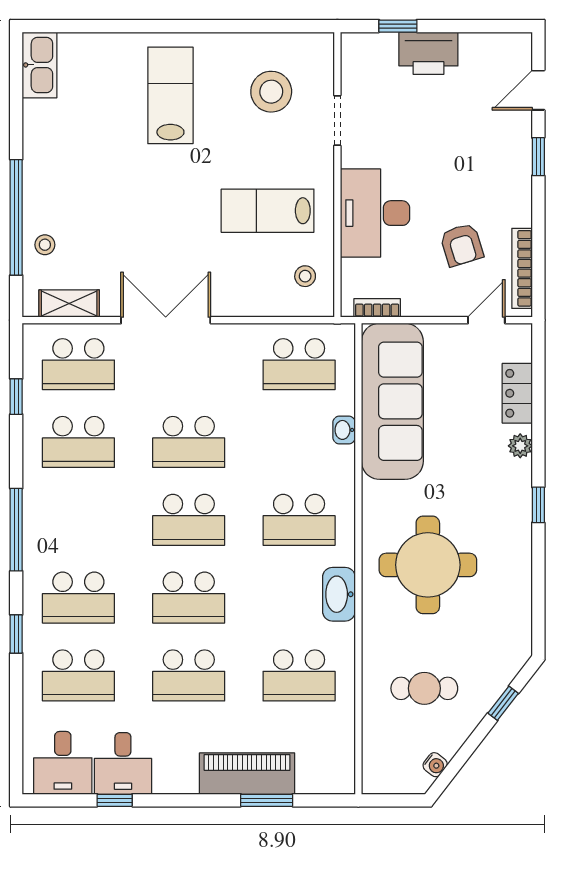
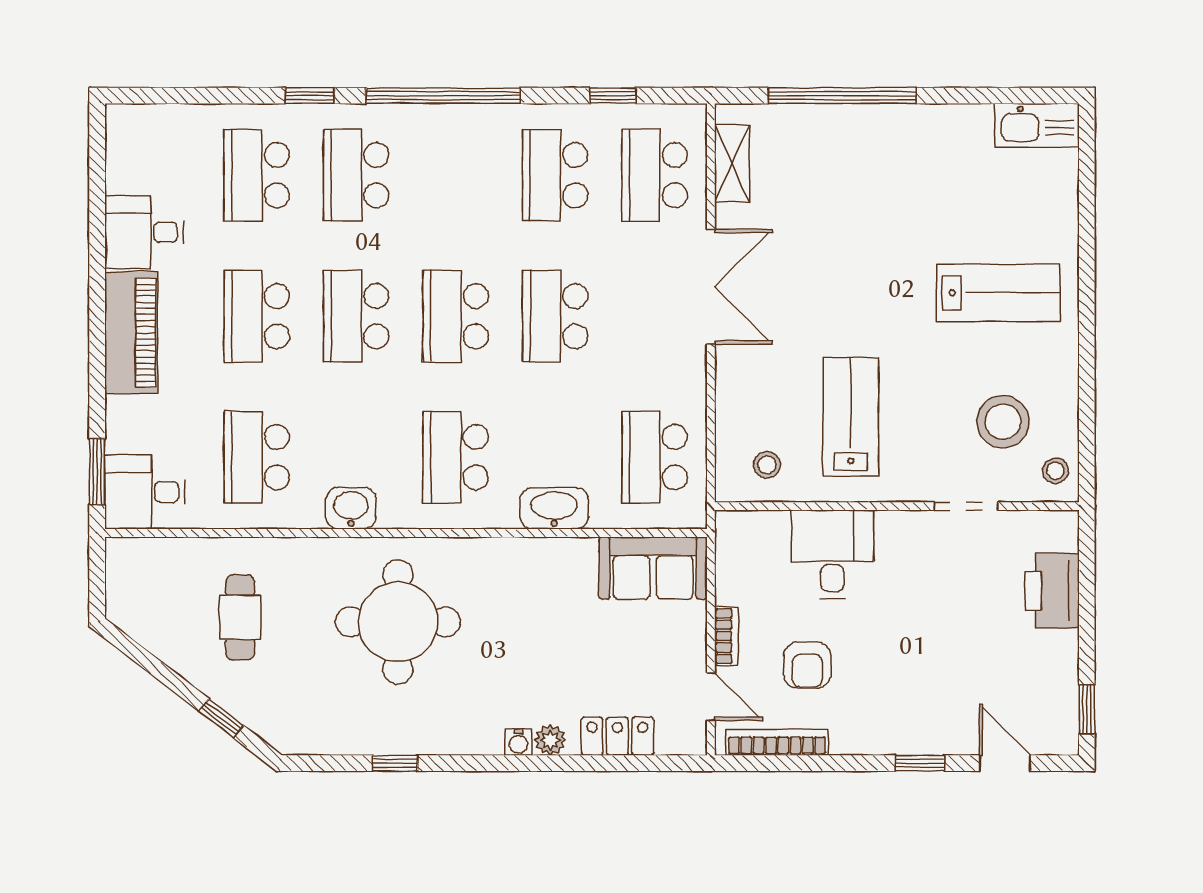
window: (398, 26) -> (1087, 709), moved
printer: (428, 53) -> (1052, 591), moved
desk: (375, 213) -> (832, 554), width x0.73
stool: (45, 245) -> (1055, 471), moved
armchair: (462, 245) -> (807, 665), turned -73
bookcase: (377, 308) -> (727, 636), moved
sofa: (392, 401) -> (653, 568), width x0.54, depth x0.79
washbasin: (344, 430) -> (554, 508), width x1.91, depth x1.45
window: (538, 505) -> (395, 763), moved
window: (16, 530) -> (443, 96), width x1.46
washbasin: (339, 594) -> (351, 508), width x0.72
desk: (63, 763) -> (145, 492), moved
water cooler: (435, 765) -> (518, 742), moved, turned -38
piano: (247, 774) -> (131, 333), moved
window: (115, 800) -> (97, 222), removed
window: (267, 800) -> (97, 471), moved

